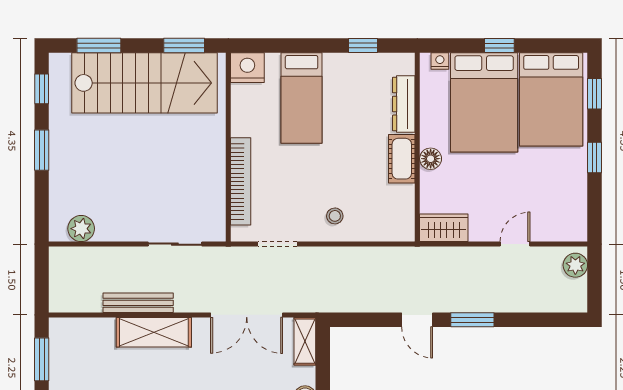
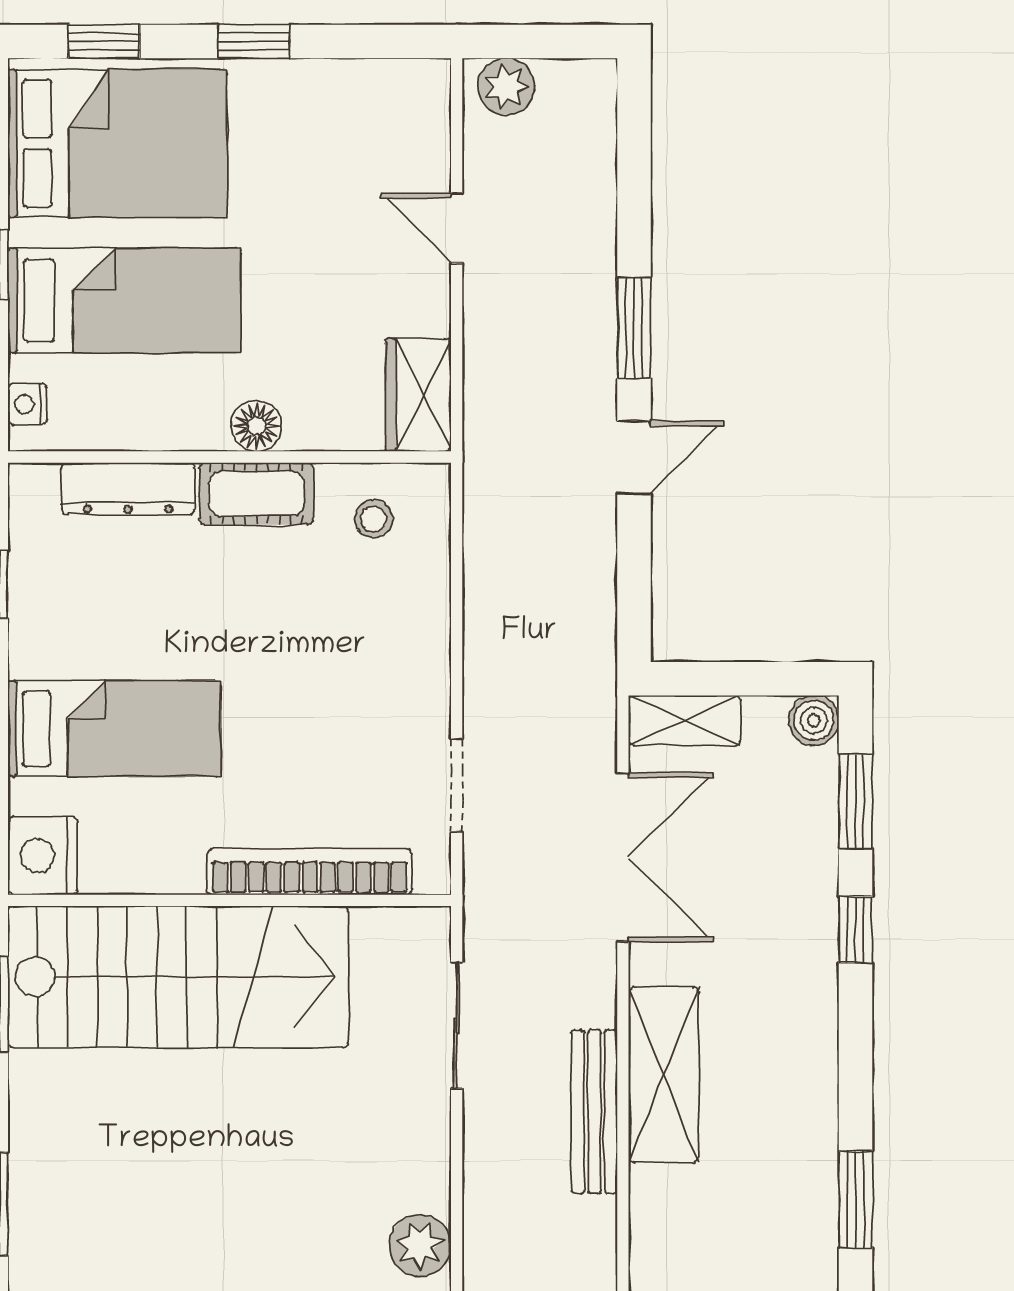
stairs: (145, 83) -> (178, 977), moved, turned 90
bed: (484, 102) -> (124, 300), width x0.67
stool: (335, 216) -> (374, 519), moved

